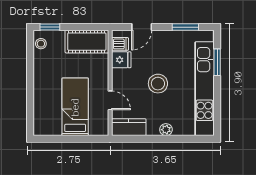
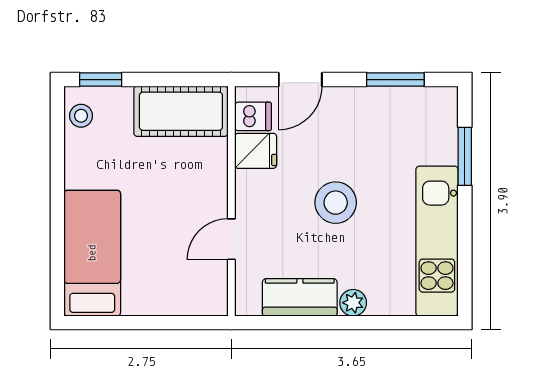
kitchen unit: (204, 89) -> (437, 241), width x0.73
door: (110, 100) -> (231, 239), swing flipped
bed: (75, 107) -> (92, 253), moved
kitchen counter: (129, 127) -> (300, 297), moved

